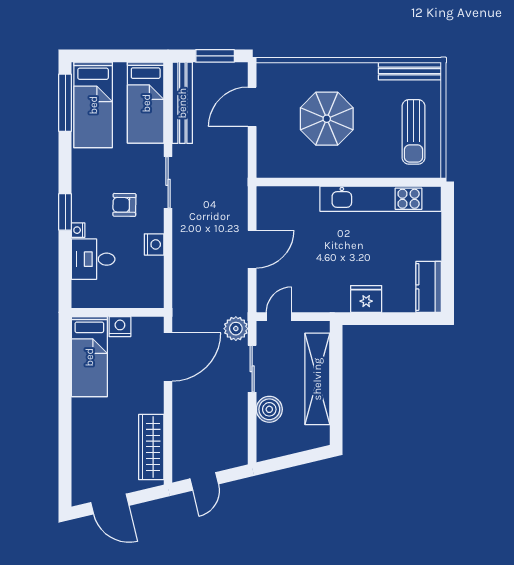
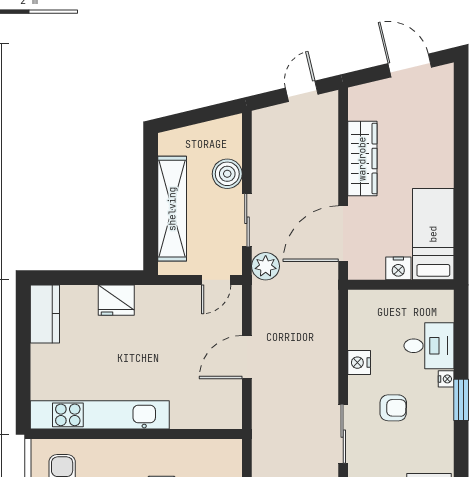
wardrobe: (151, 447) -> (362, 159), moved

